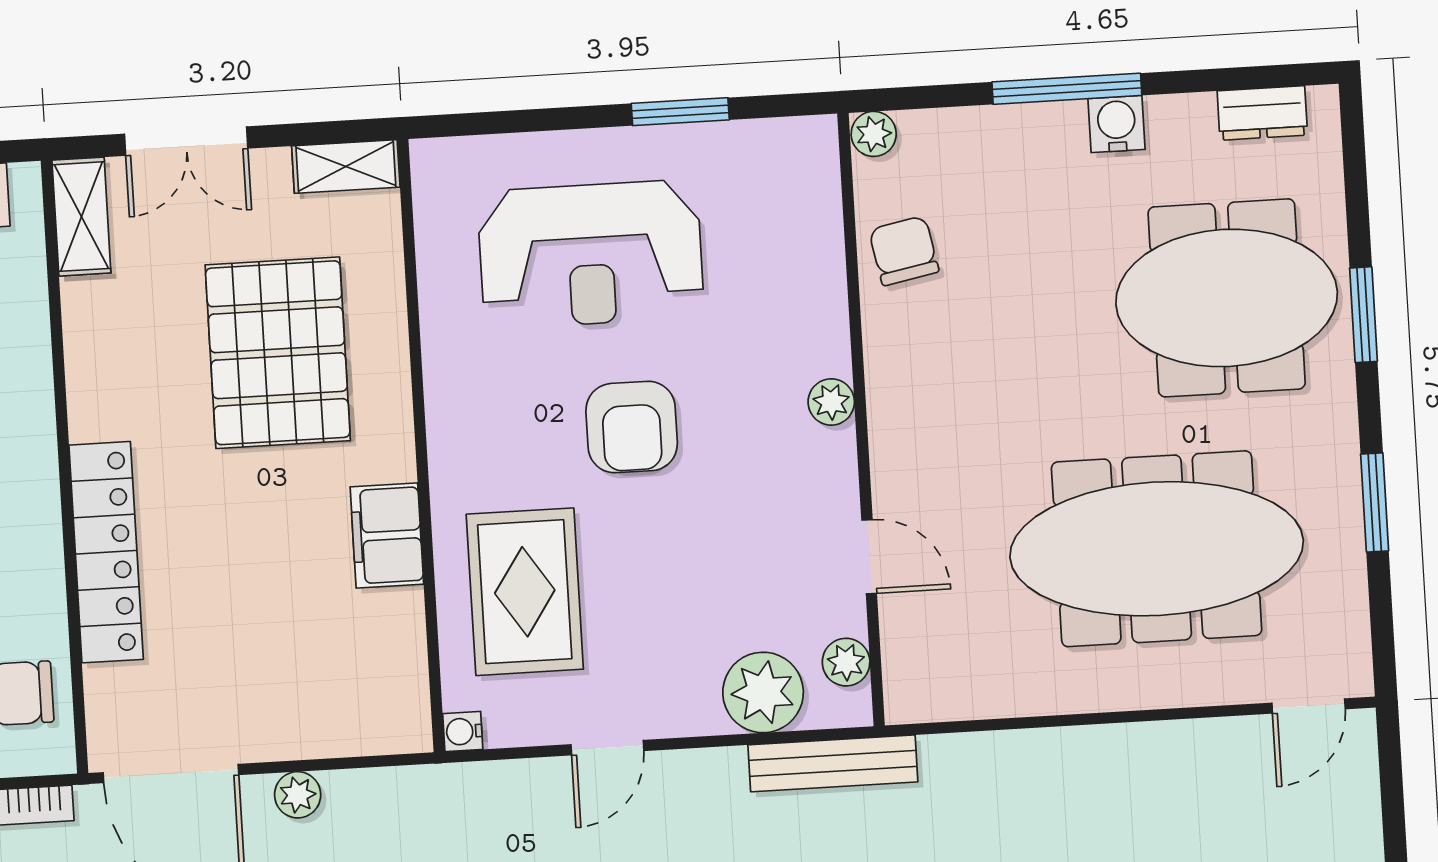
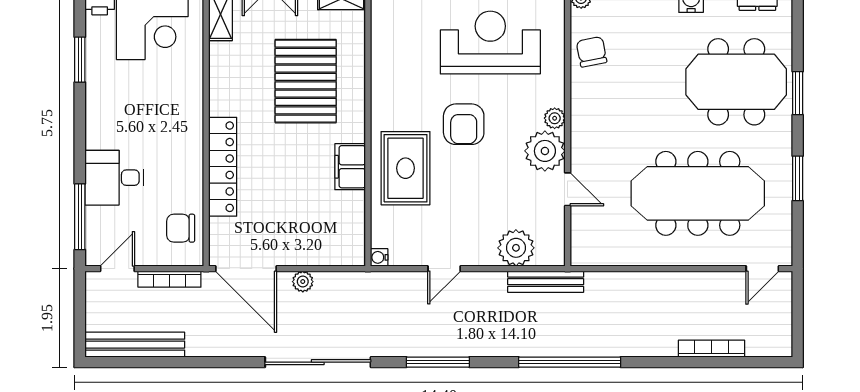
reception desk: (591, 254) -> (490, 42), moved, turned 180
rug: (525, 592) -> (405, 168), moved
plant: (846, 662) -> (545, 151), moved, width x1.87, depth x1.87

